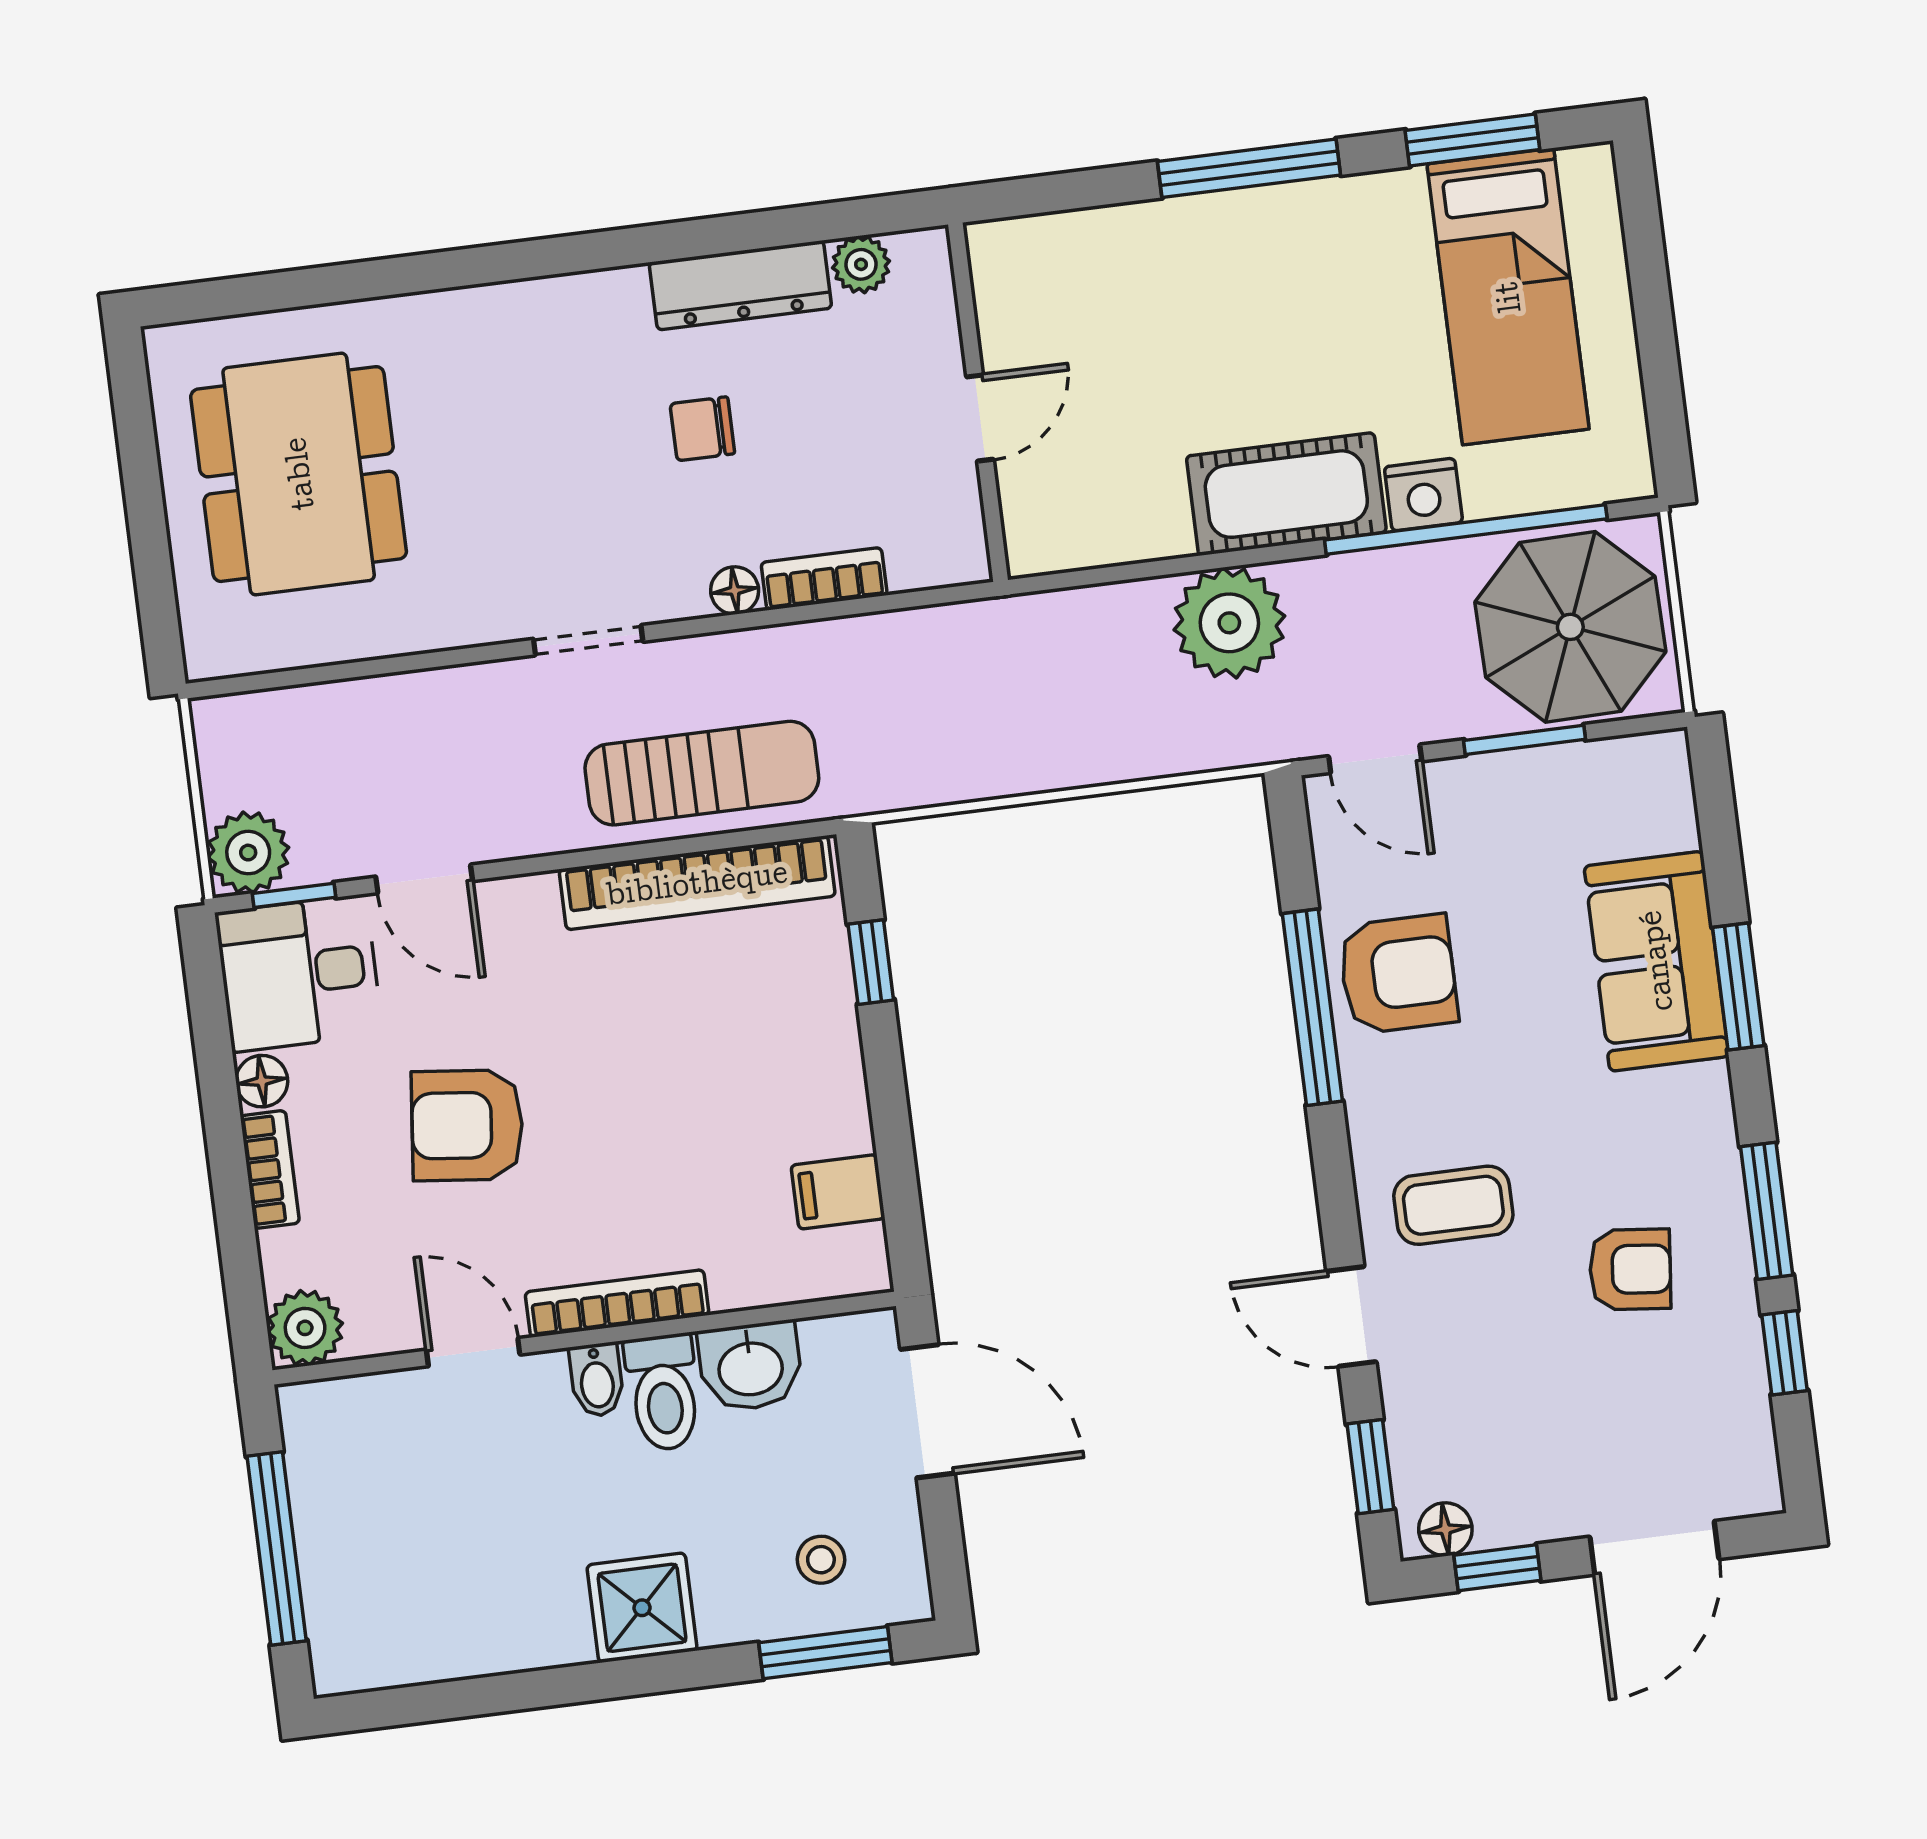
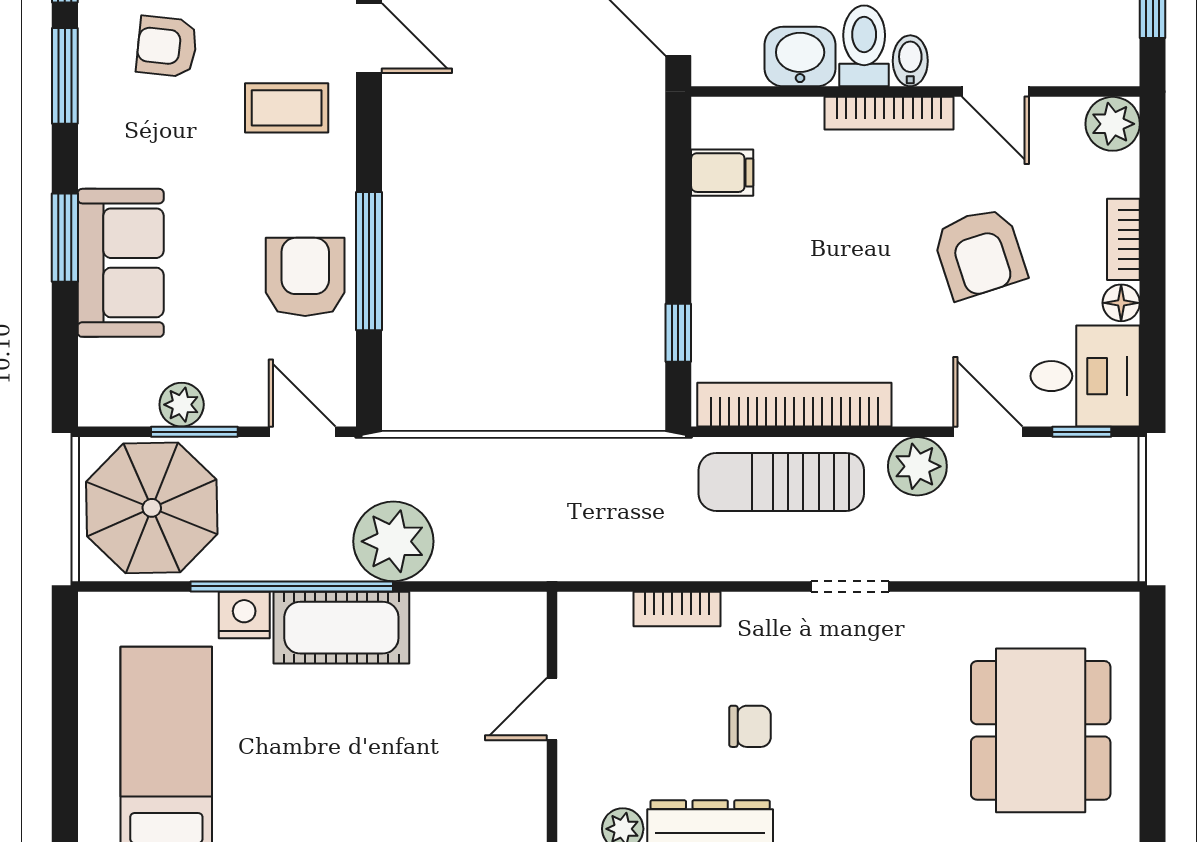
window: (1466, 529) -> (292, 586), moved
floor lamp: (735, 590) -> (742, 609), removed
plant: (1547, 775) -> (182, 405), added
plant: (248, 853) -> (917, 466), moved
armchair: (1398, 974) -> (305, 277), turned 90
armchair: (467, 1125) -> (979, 253), turned 66

